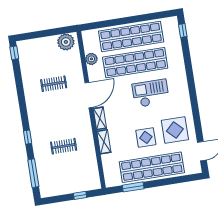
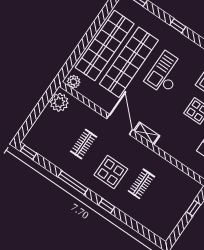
plant: (91, 59) -> (74, 82), moved
window: (189, 72) -> (178, 26), added
display table: (52, 119) -> (111, 172), added
shelving: (104, 142) -> (169, 148), removed
window: (33, 173) -> (73, 183), moved

